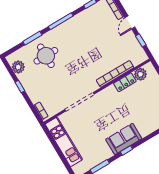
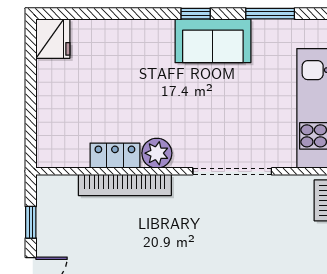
plant: (140, 74) -> (157, 153), moved
sofa: (124, 139) -> (213, 41), moved

